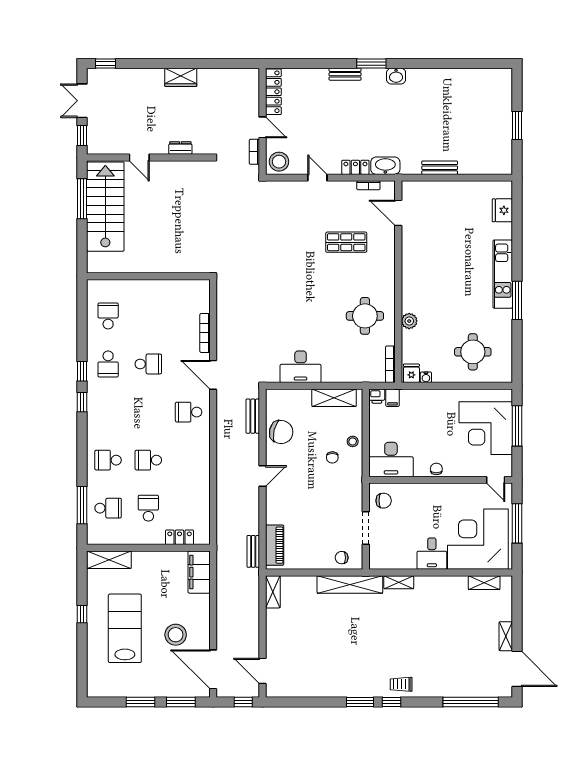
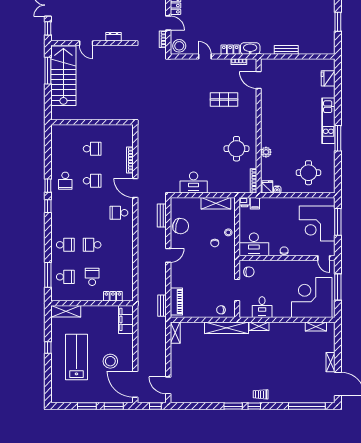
school desk: (108, 316) -> (92, 149), moved, turned 90
school desk: (108, 460) -> (65, 245), turned 180
desk: (432, 554) -> (262, 307), moved

